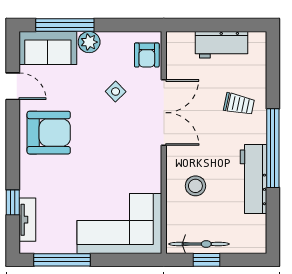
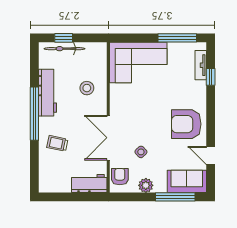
plant: (89, 42) -> (146, 185), moved
workbench: (222, 45) -> (89, 184), moved
bicycle: (199, 244) -> (64, 49), moved
window: (207, 260) -> (64, 38), moved

